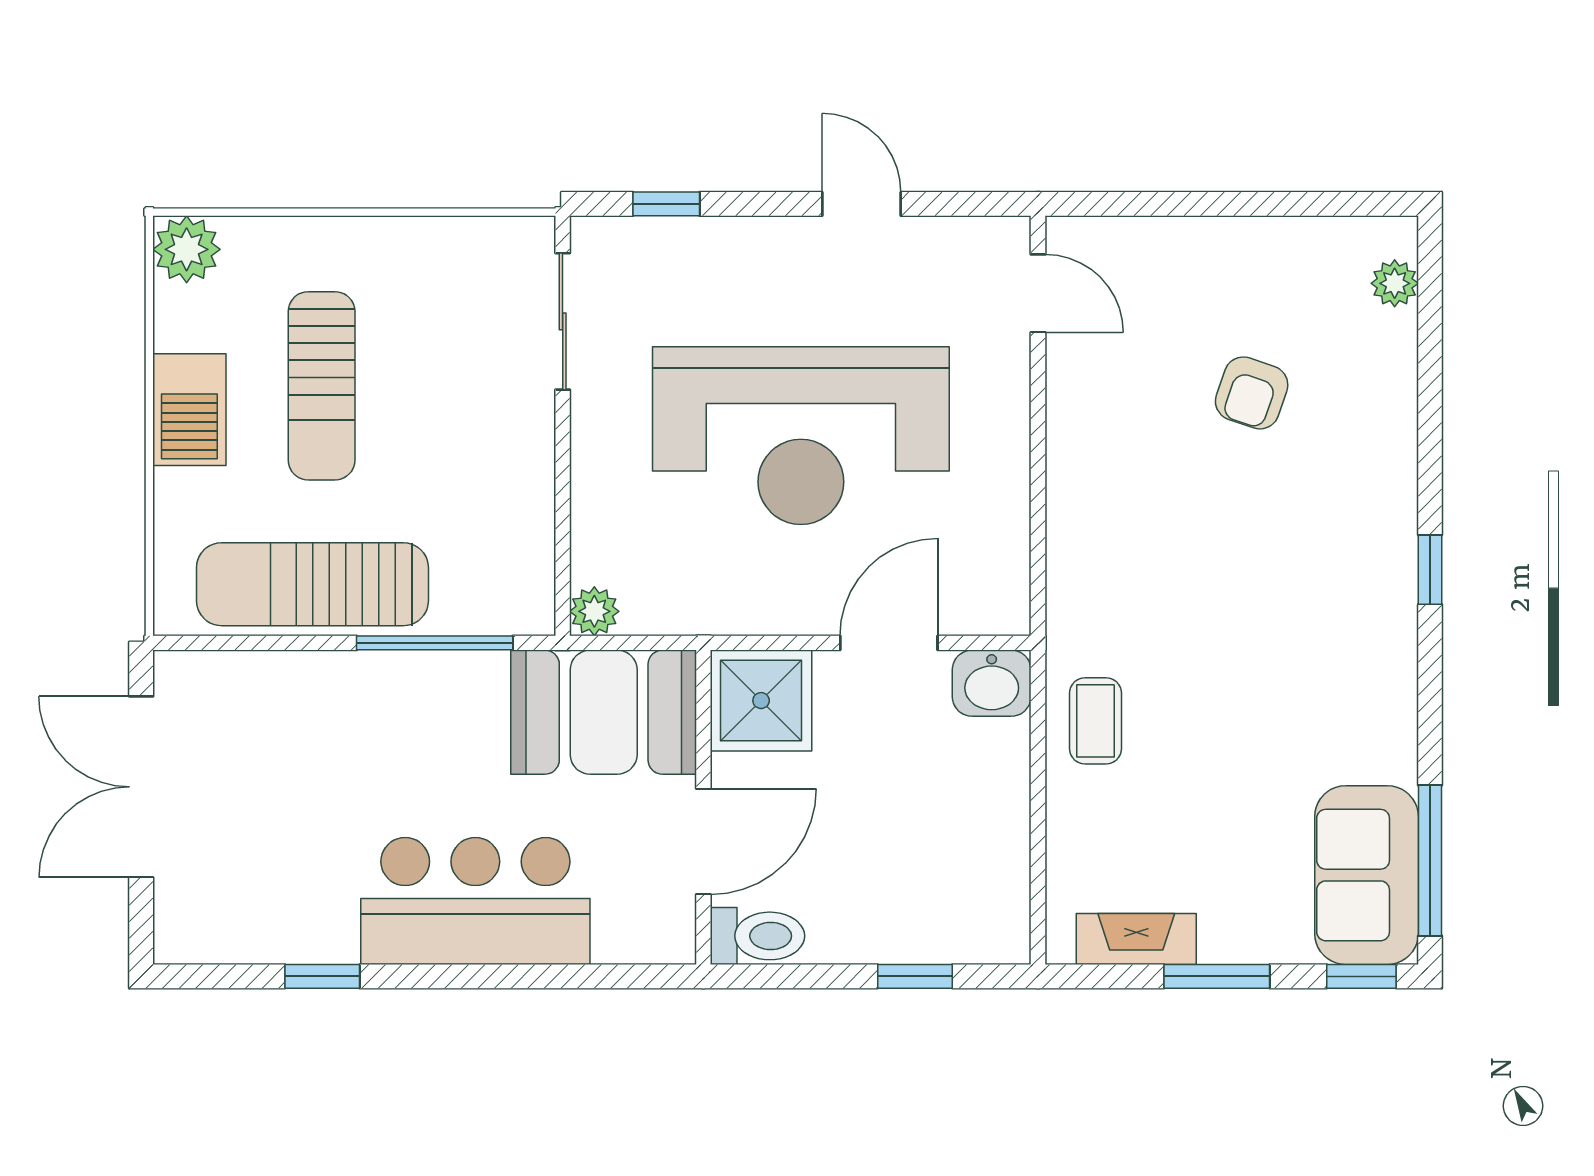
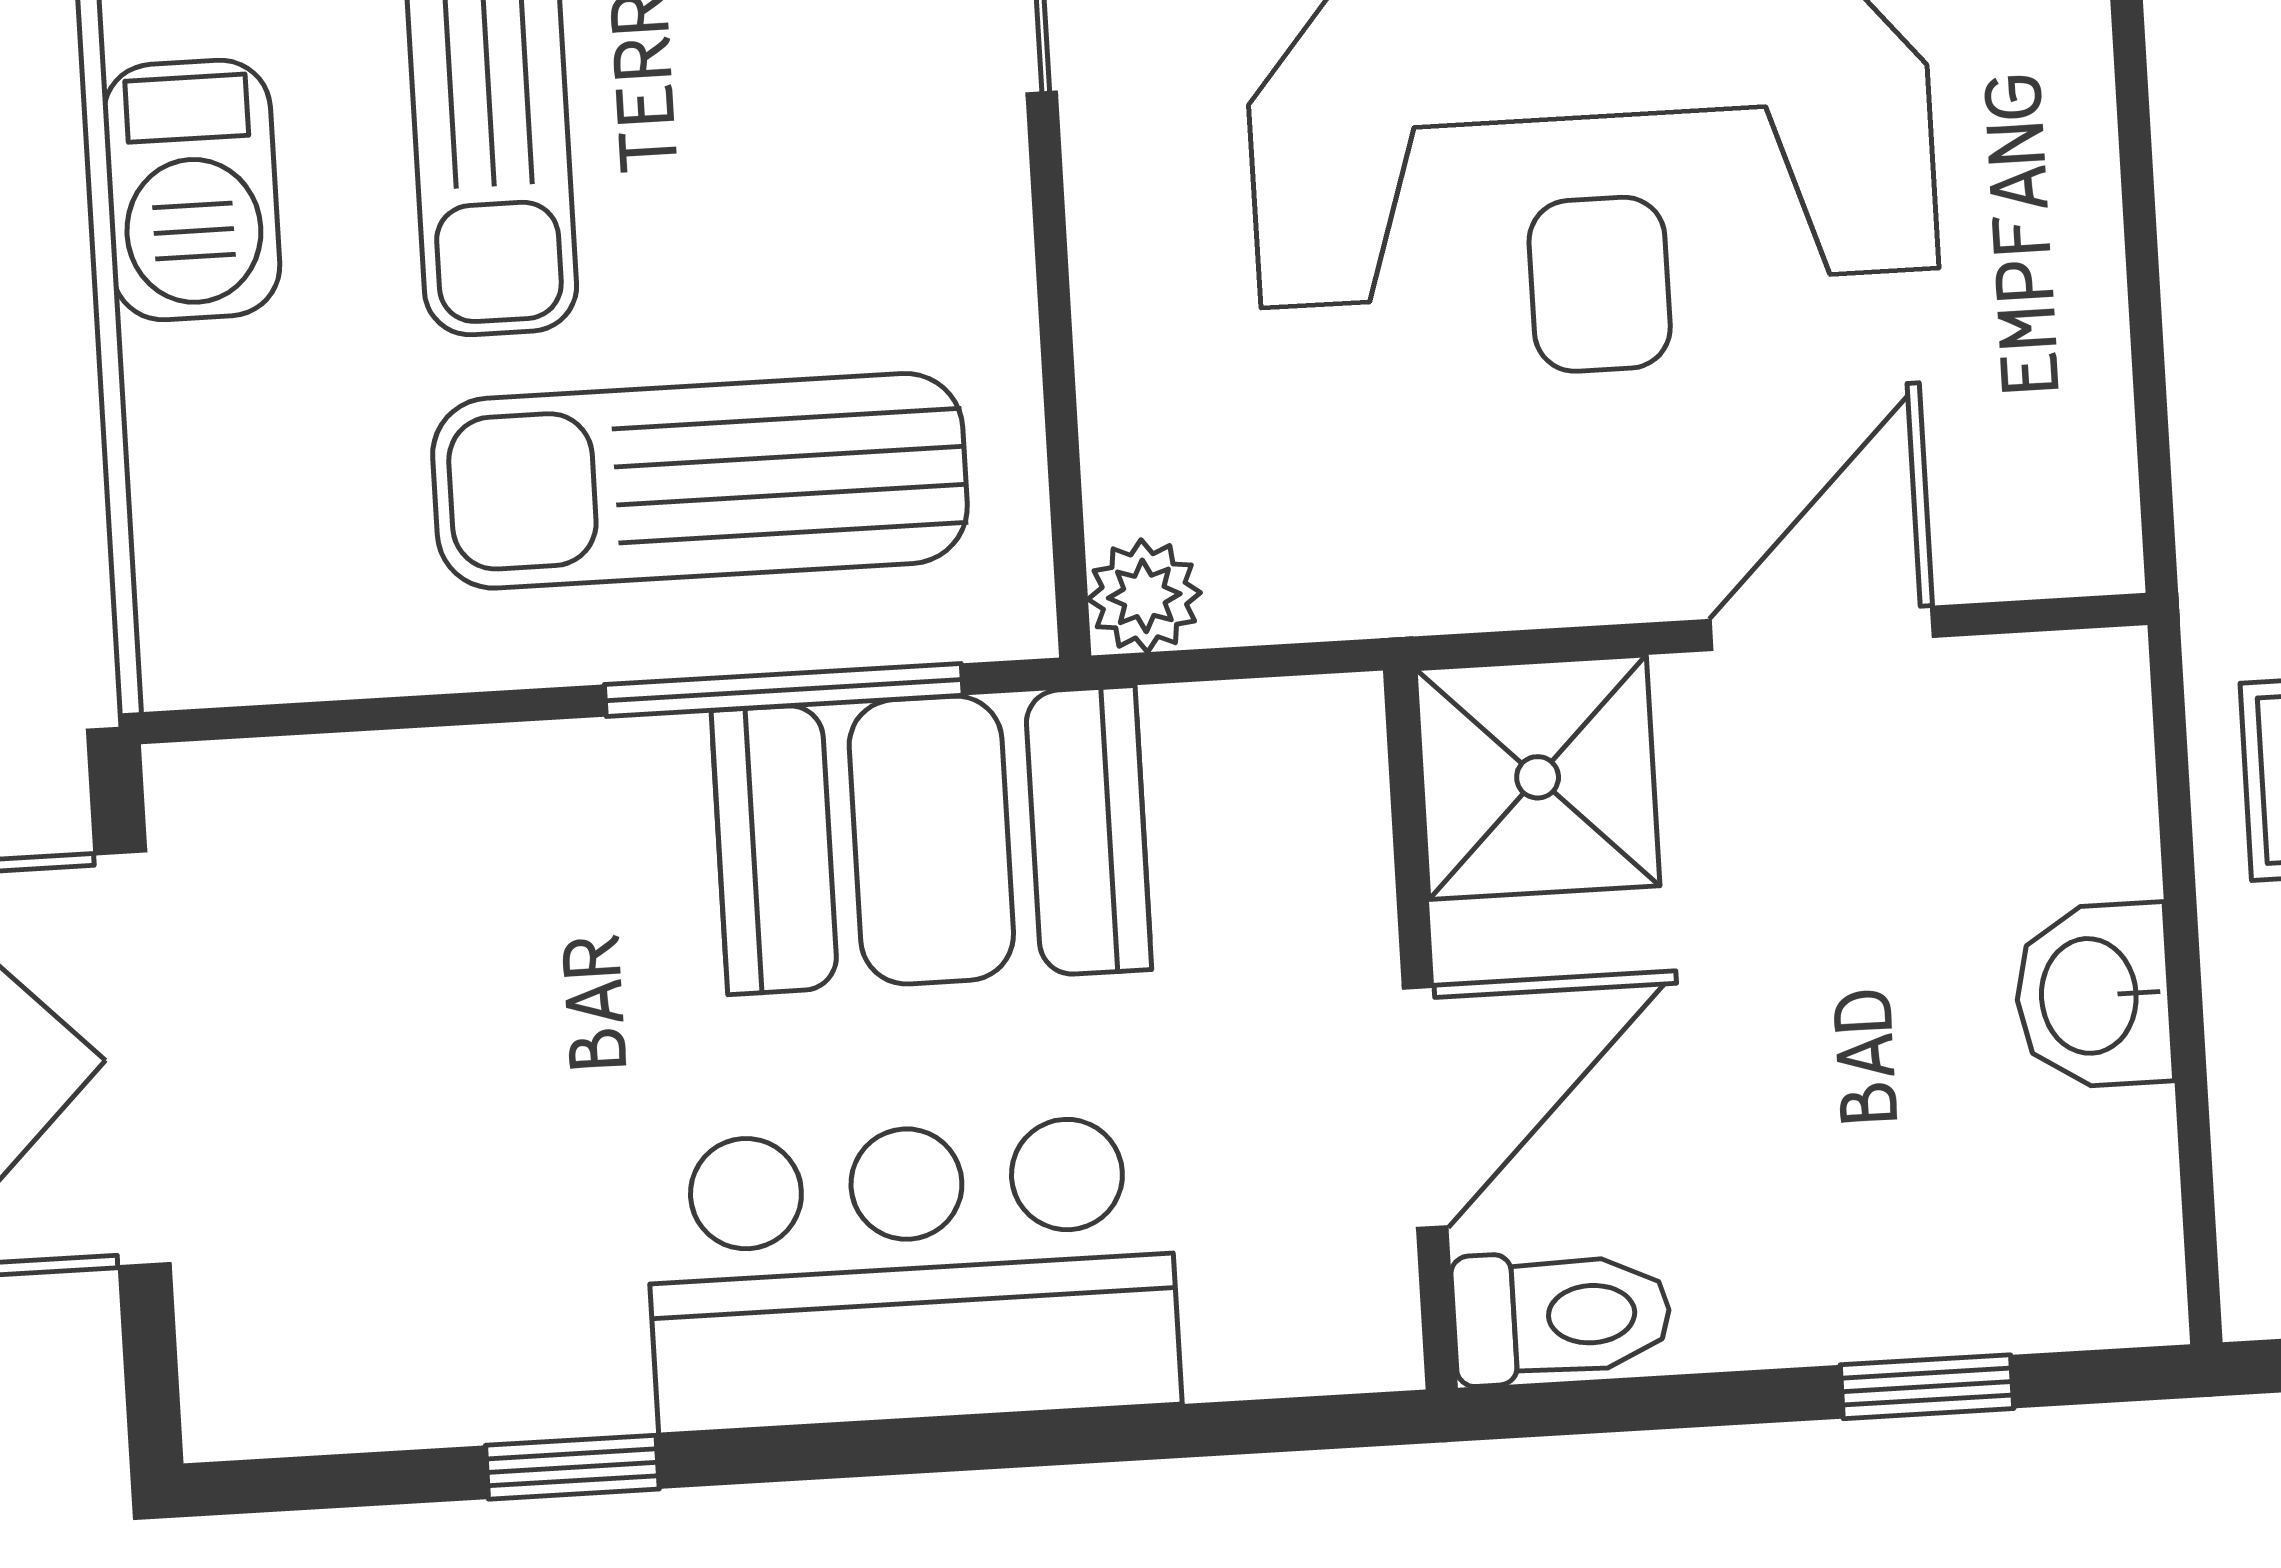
sun lounger: (312, 584) -> (700, 481), moved
washbasin: (992, 683) -> (2093, 996), moved, turned 90
booth: (604, 712) -> (931, 840), moved

